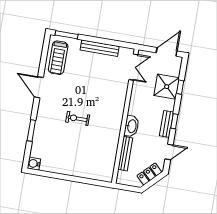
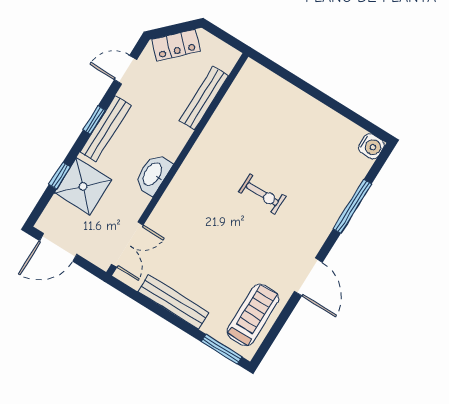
double door: (133, 67) -> (127, 245), swing flipped
bench: (166, 124) -> (105, 128), width x1.36
washbasin: (132, 126) -> (153, 174), moved
window: (31, 130) -> (352, 206), width x1.44

